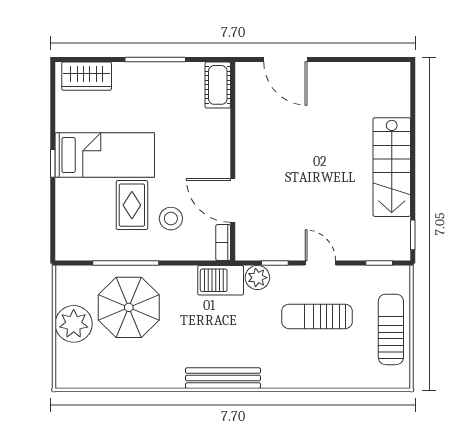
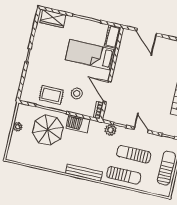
bed: (105, 155) -> (91, 55), moved, turned 180
rug: (132, 205) -> (51, 95), moved, turned 90
barbecue: (221, 280) -> (78, 124), moved
plant: (74, 324) -> (18, 127), width x0.53, depth x0.53
sun lounger: (306, 365) -> (124, 175), added

